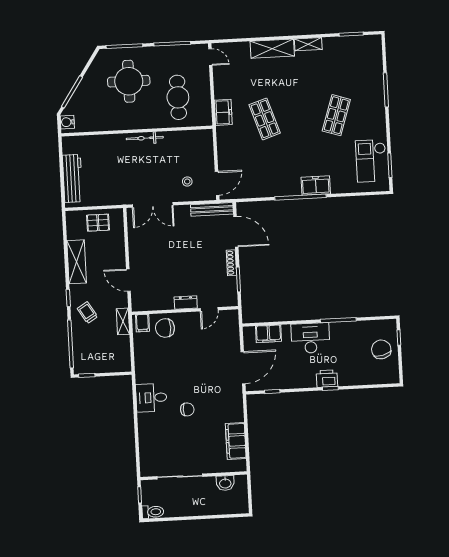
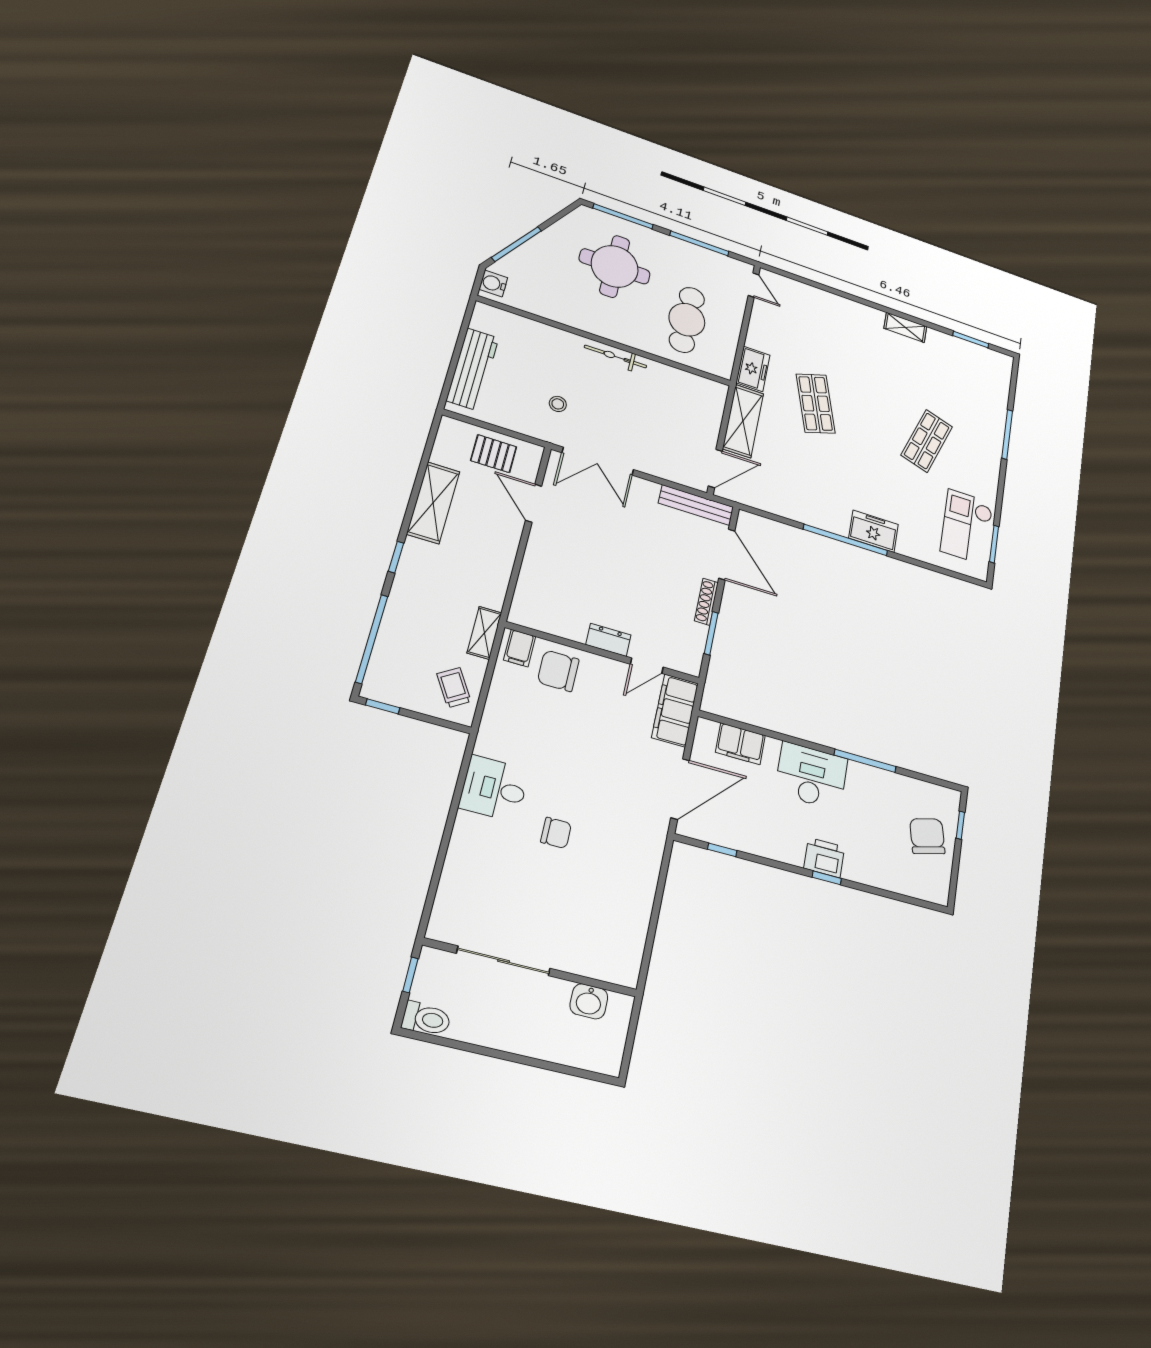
shelving: (272, 49) -> (743, 421), moved, turned 90
stool: (187, 181) -> (558, 404), moved
door: (128, 280) -> (534, 503), moved
trolley: (87, 313) -> (454, 688), moved
filing cabinet: (236, 441) -> (675, 710), moved

